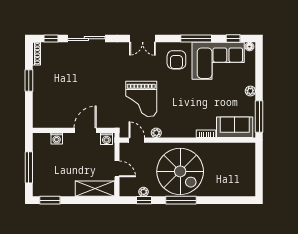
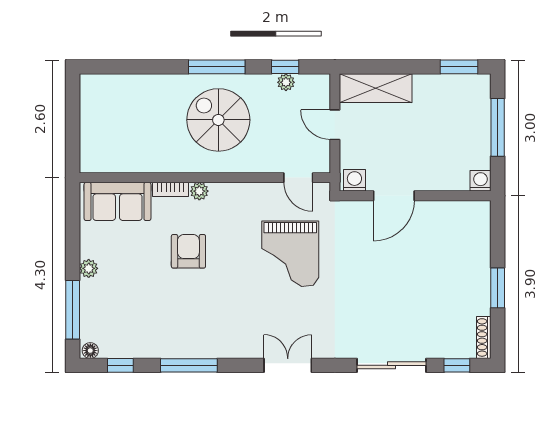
armchair: (176, 60) -> (188, 251), moved
corner sofa: (218, 61) -> (148, 324), removed
grand piano: (141, 99) -> (290, 254), turned 180
window: (259, 116) -> (73, 310), moved
plant: (156, 133) -> (199, 191), moved
washing machine: (57, 138) -> (481, 181), moved
spiral stairs: (180, 171) -> (218, 120), width x0.73, depth x0.73

